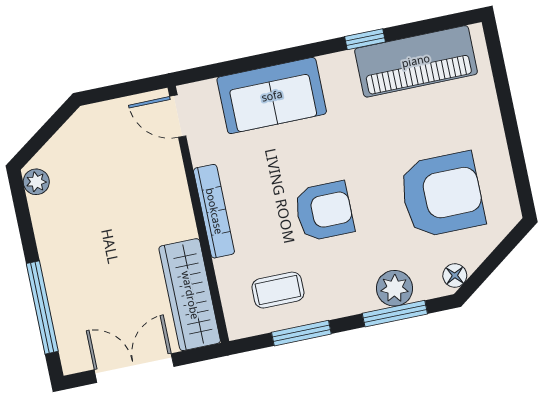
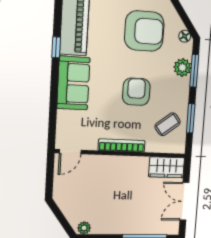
sofa: (272, 96) -> (73, 83), moved
armchair: (442, 195) -> (144, 31), turned 90
coffee table: (278, 290) -> (168, 124), turned 52
wardrobe: (190, 295) -> (167, 167), width x0.67

